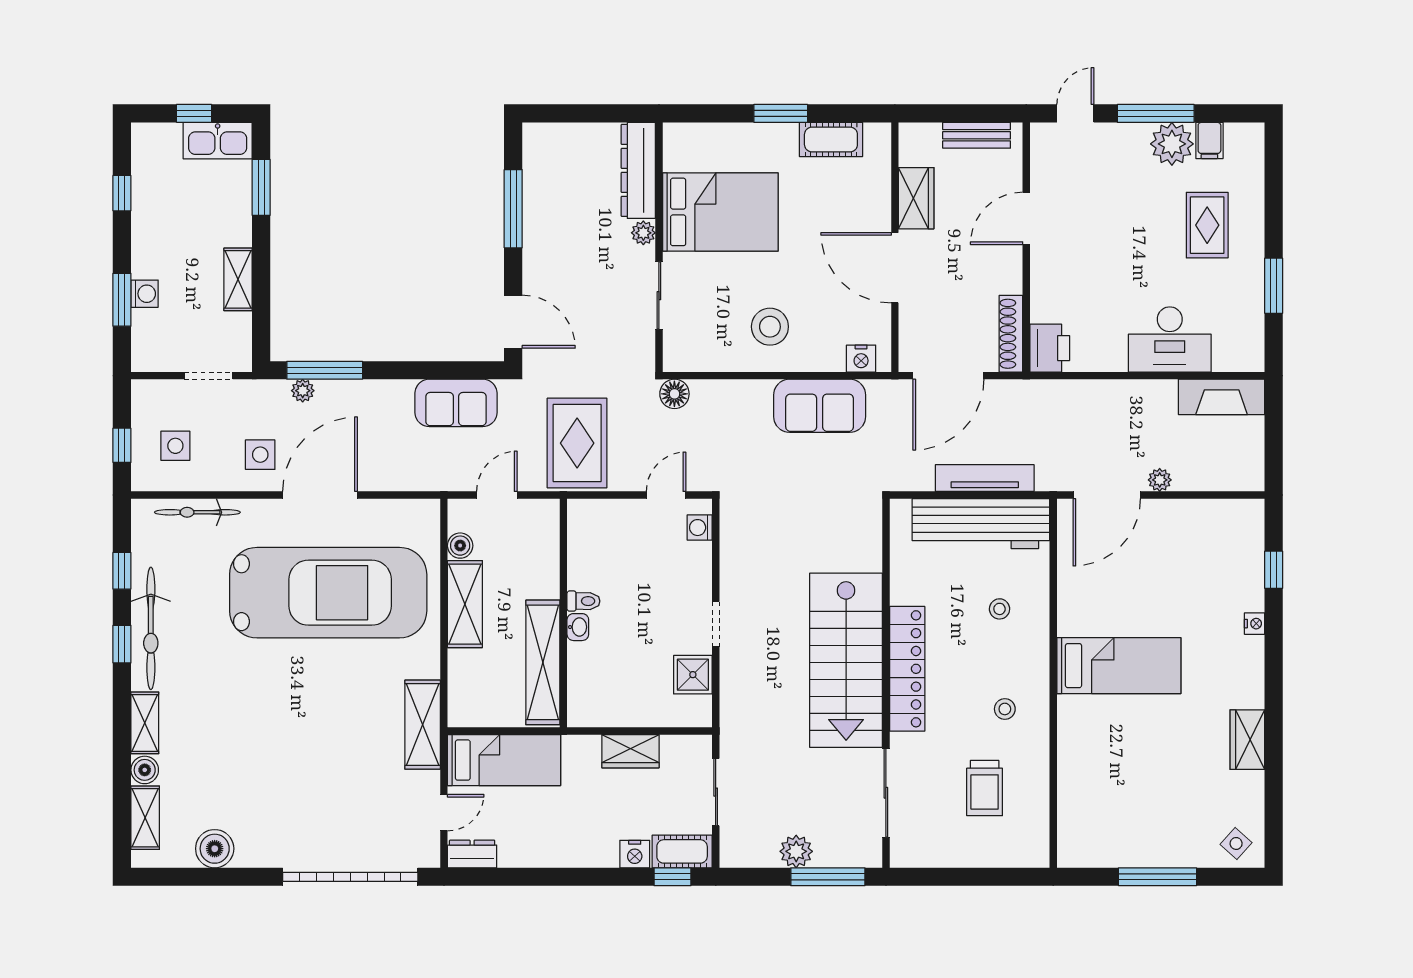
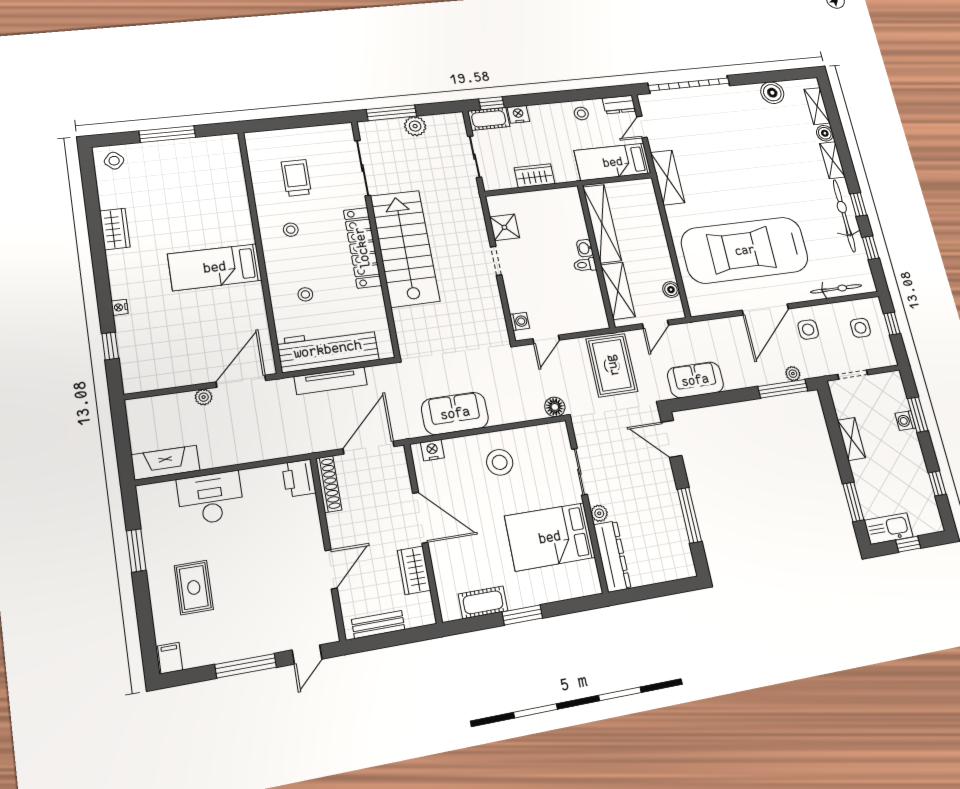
filing cabinet: (1209, 140) -> (170, 658), moved
plant: (1172, 144) -> (230, 645), removed
shelving: (465, 604) -> (618, 291), moved
stool: (536, 845) -> (581, 113), added

